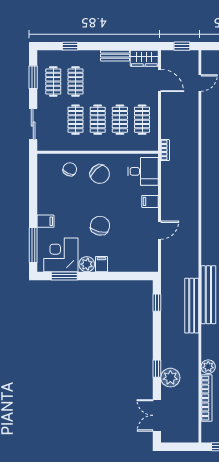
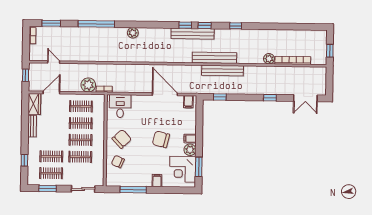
filing cabinet: (150, 201) -> (188, 102), moved
door: (160, 230) -> (165, 94), width x1.88
window: (33, 245) -> (133, 190), moved
plant: (170, 378) -> (88, 85), moved

